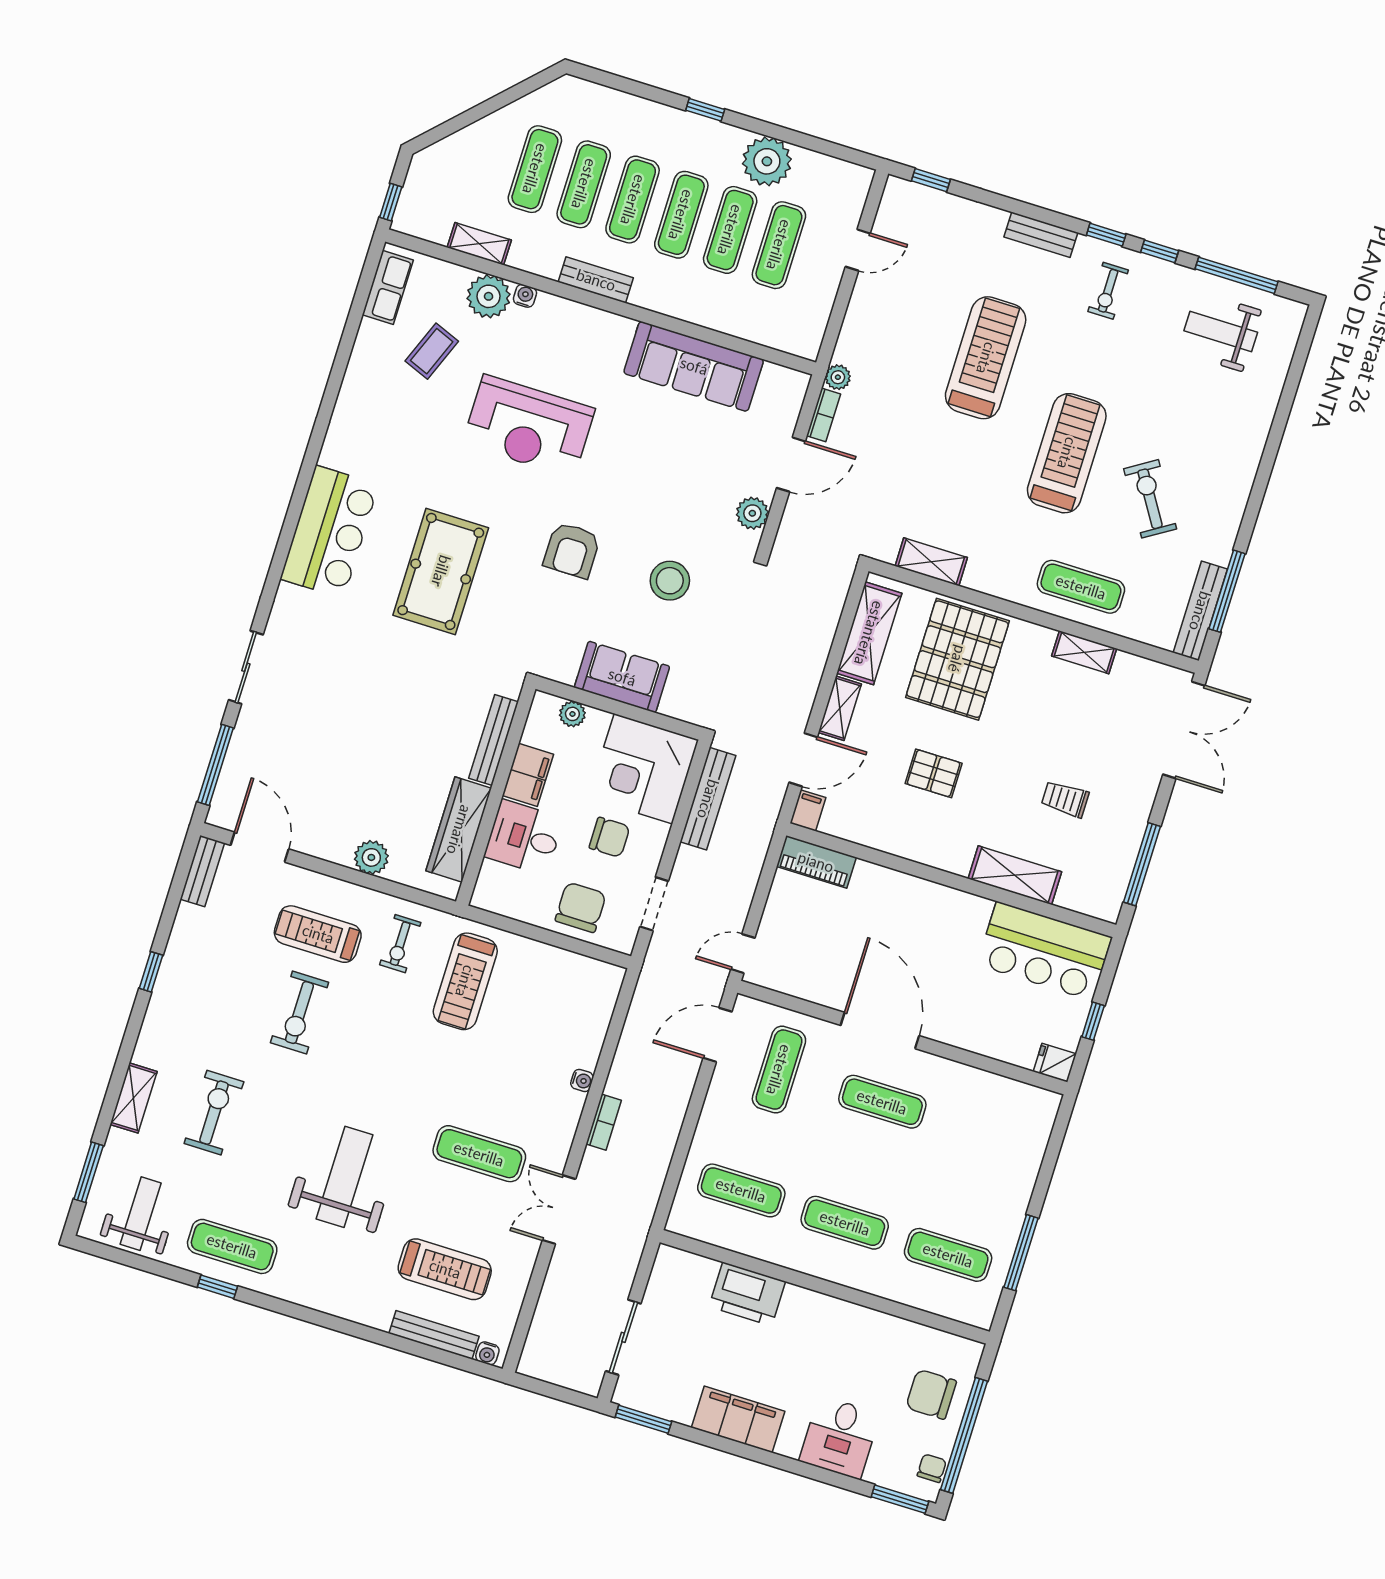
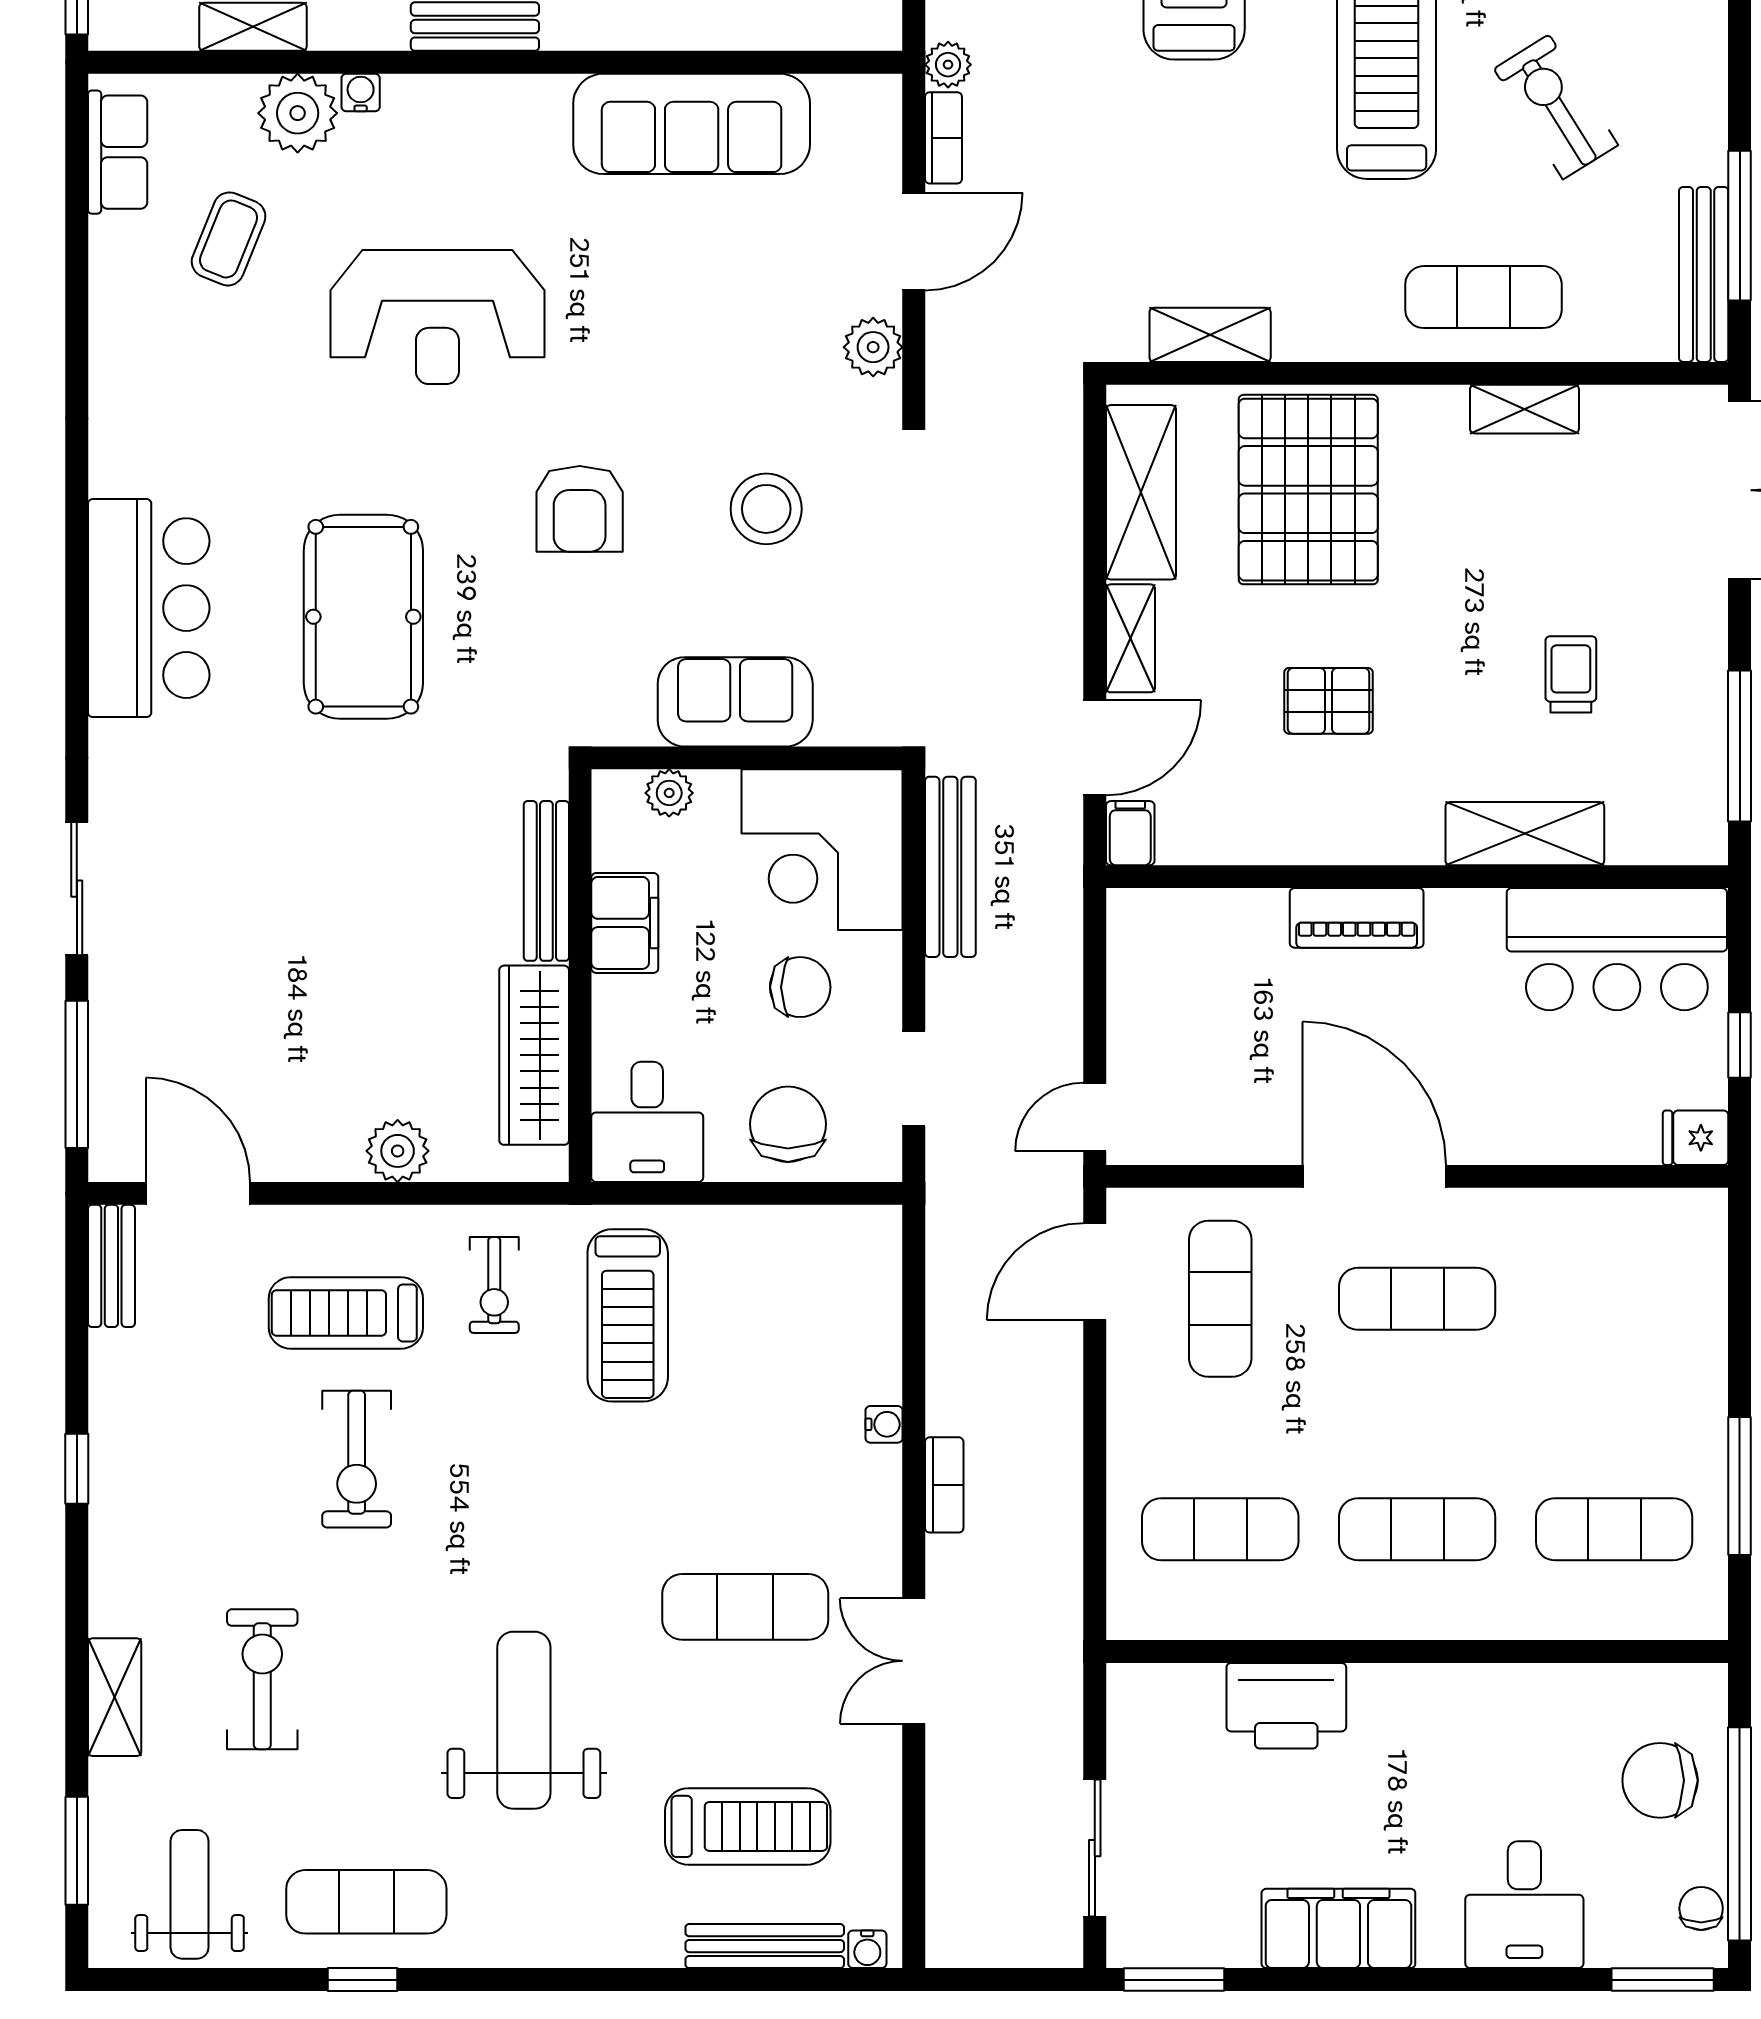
trolley: (1065, 799) -> (1571, 674), turned 90
desk: (524, 837) -> (647, 1122), moved, turned -90
piano: (816, 862) -> (1357, 918), moved

